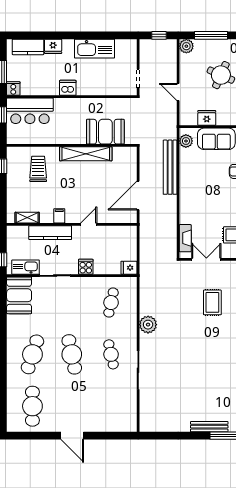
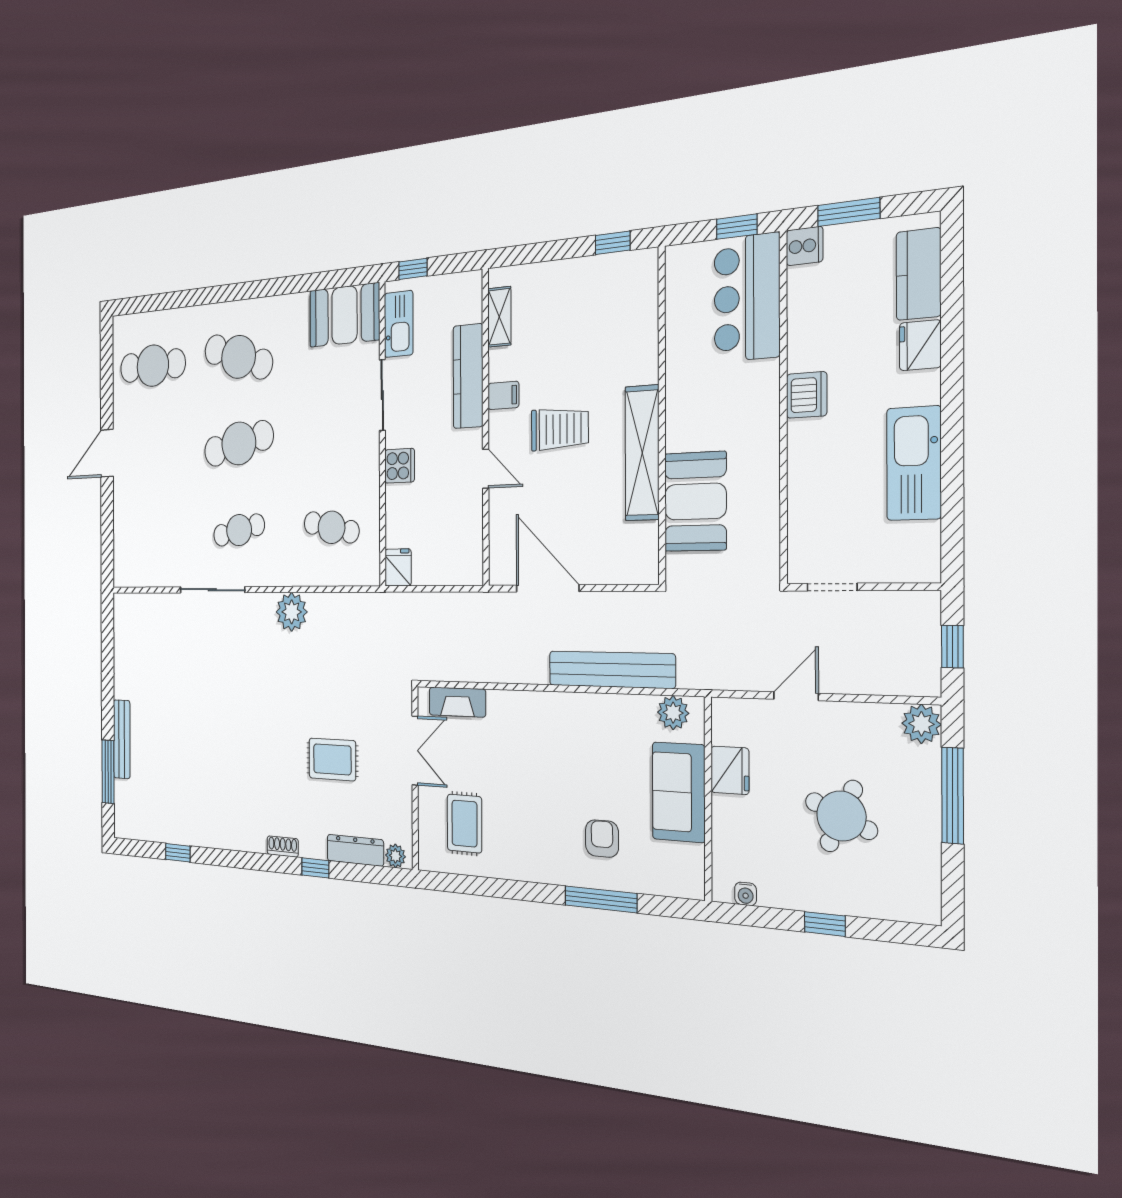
trolley: (38, 169) -> (560, 429), moved

